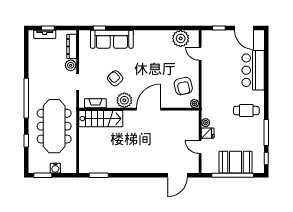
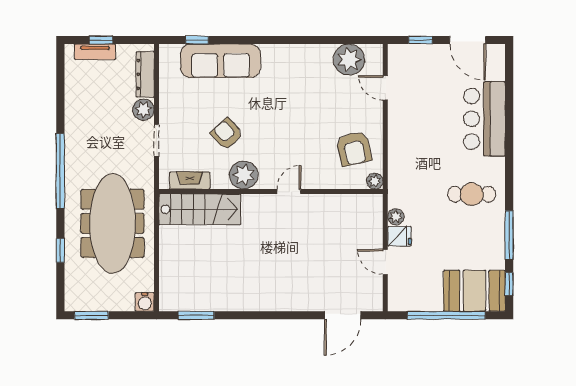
door: (149, 109) -> (289, 191), width x0.53
booth: (236, 162) -> (474, 291), moved
water cooler: (55, 168) -> (145, 302), moved

